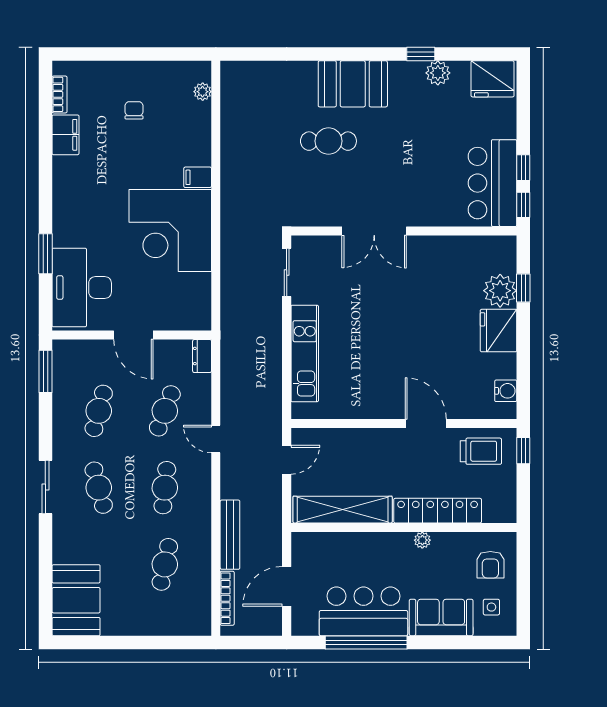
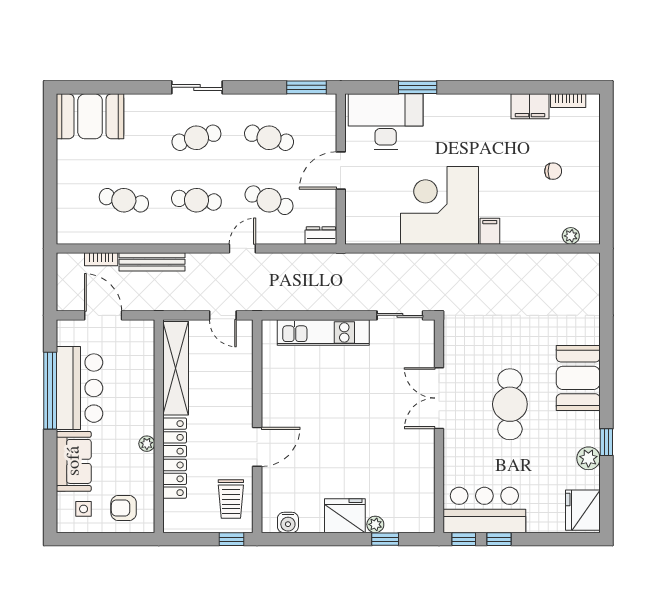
cafe table: (328, 141) -> (510, 404), moved, width x1.37, depth x1.35
plant: (500, 291) -> (375, 524), width x0.53, depth x0.53
bookcase: (227, 598) -> (101, 259), width x0.64

